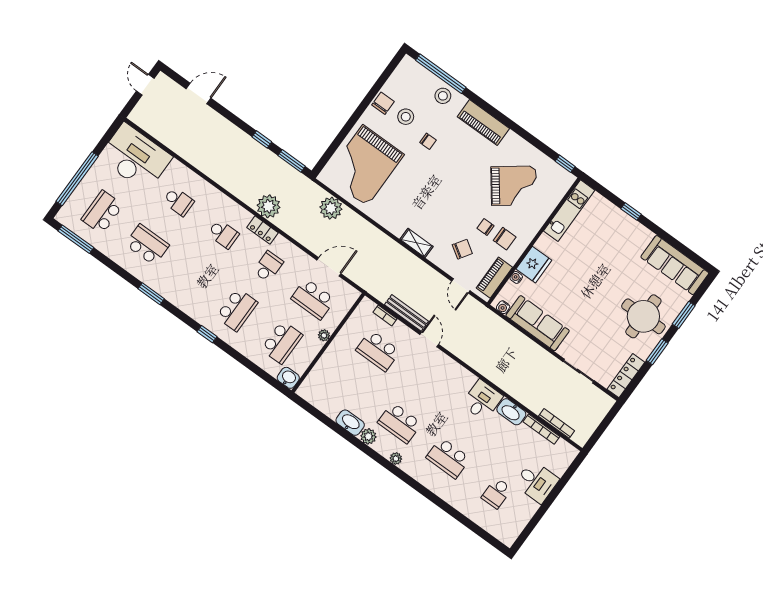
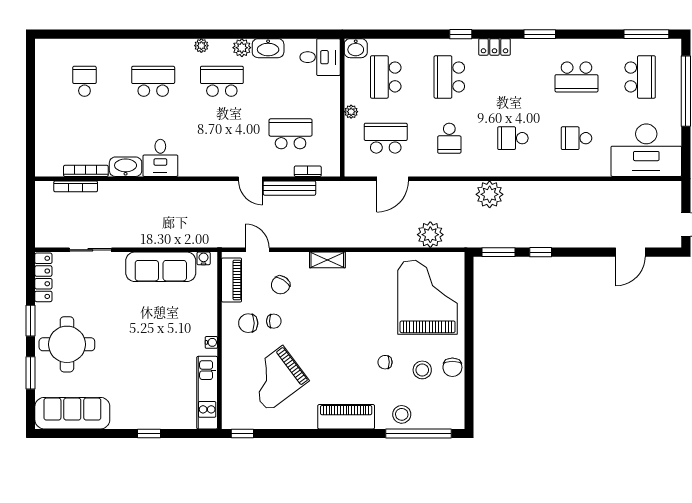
locker: (262, 230) -> (495, 47), moved, turned 180
fridge: (534, 265) -> (204, 319), removed
water cooler: (516, 277) -> (211, 342), moved
desk: (537, 482) -> (320, 57), moved, turned 180

